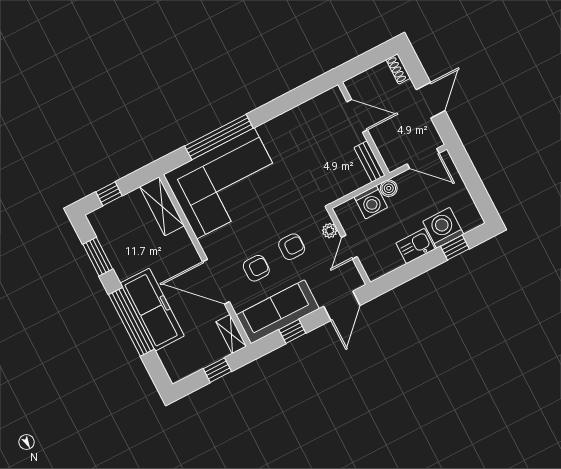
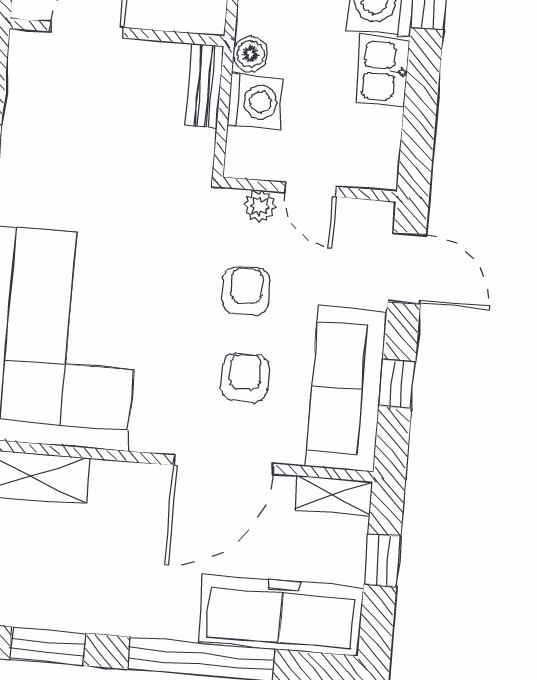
bench: (370, 161) -> (205, 86), moved, turned 90
freezer: (152, 310) -> (281, 615), moved

